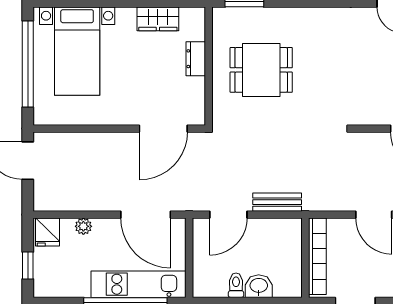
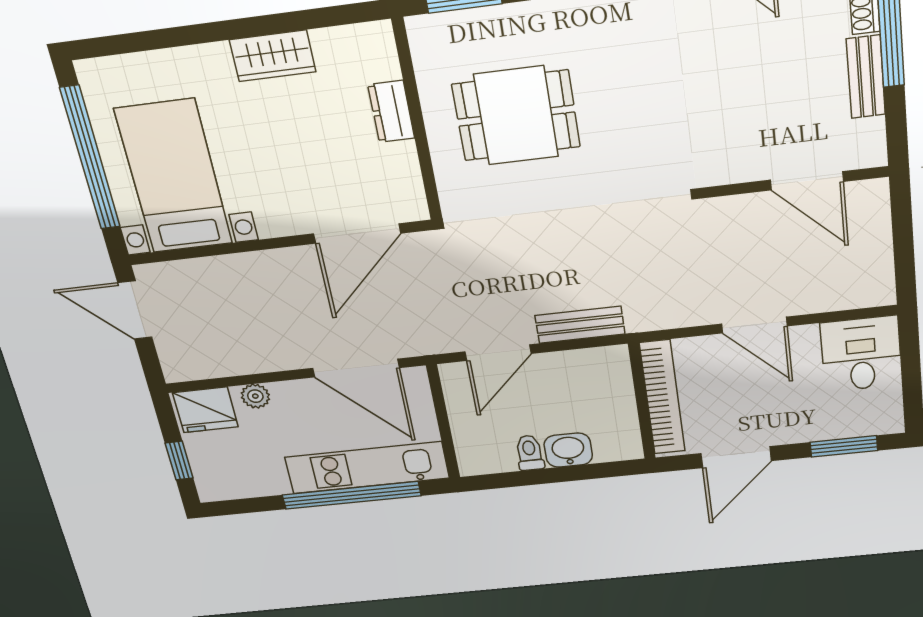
wardrobe: (158, 19) -> (273, 56), moved
bed with nightstands: (77, 51) -> (174, 177), moved, turned 180
fridge: (47, 232) -> (205, 410), width x1.38

